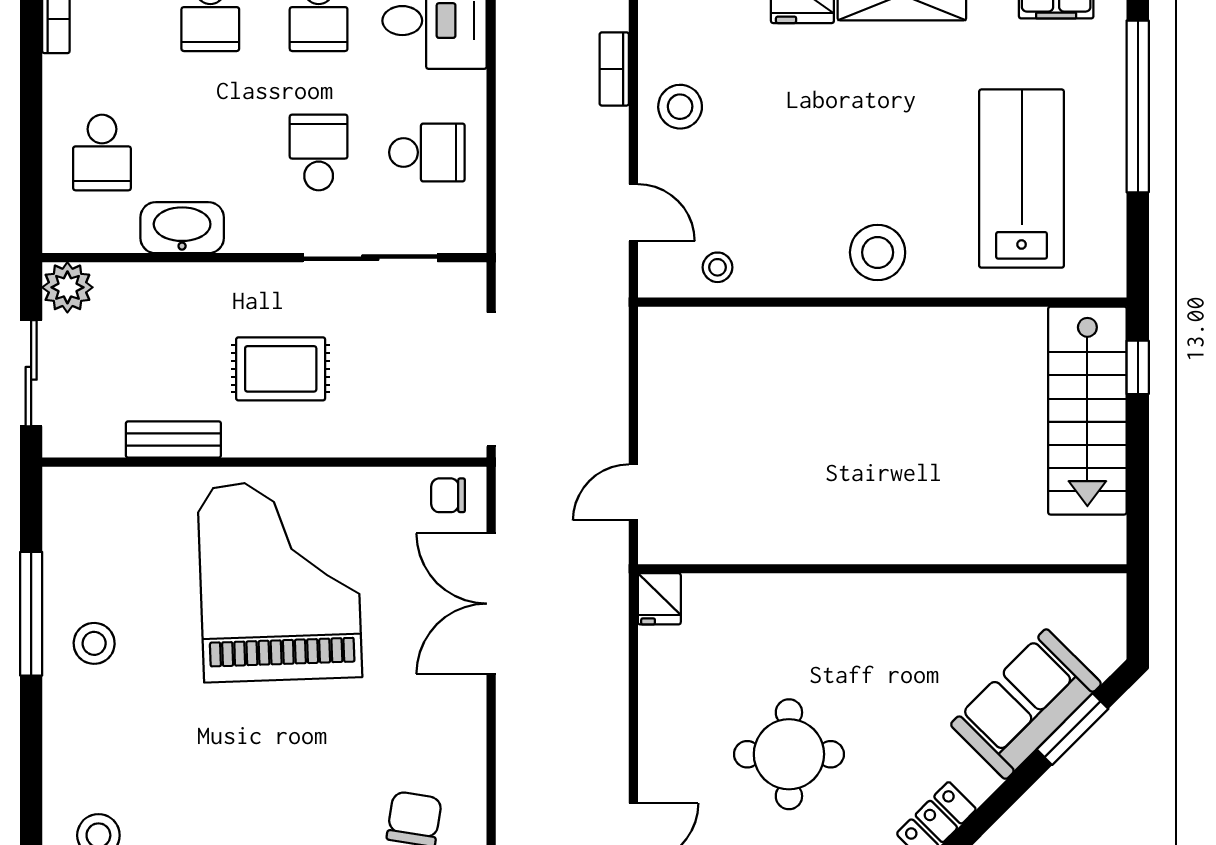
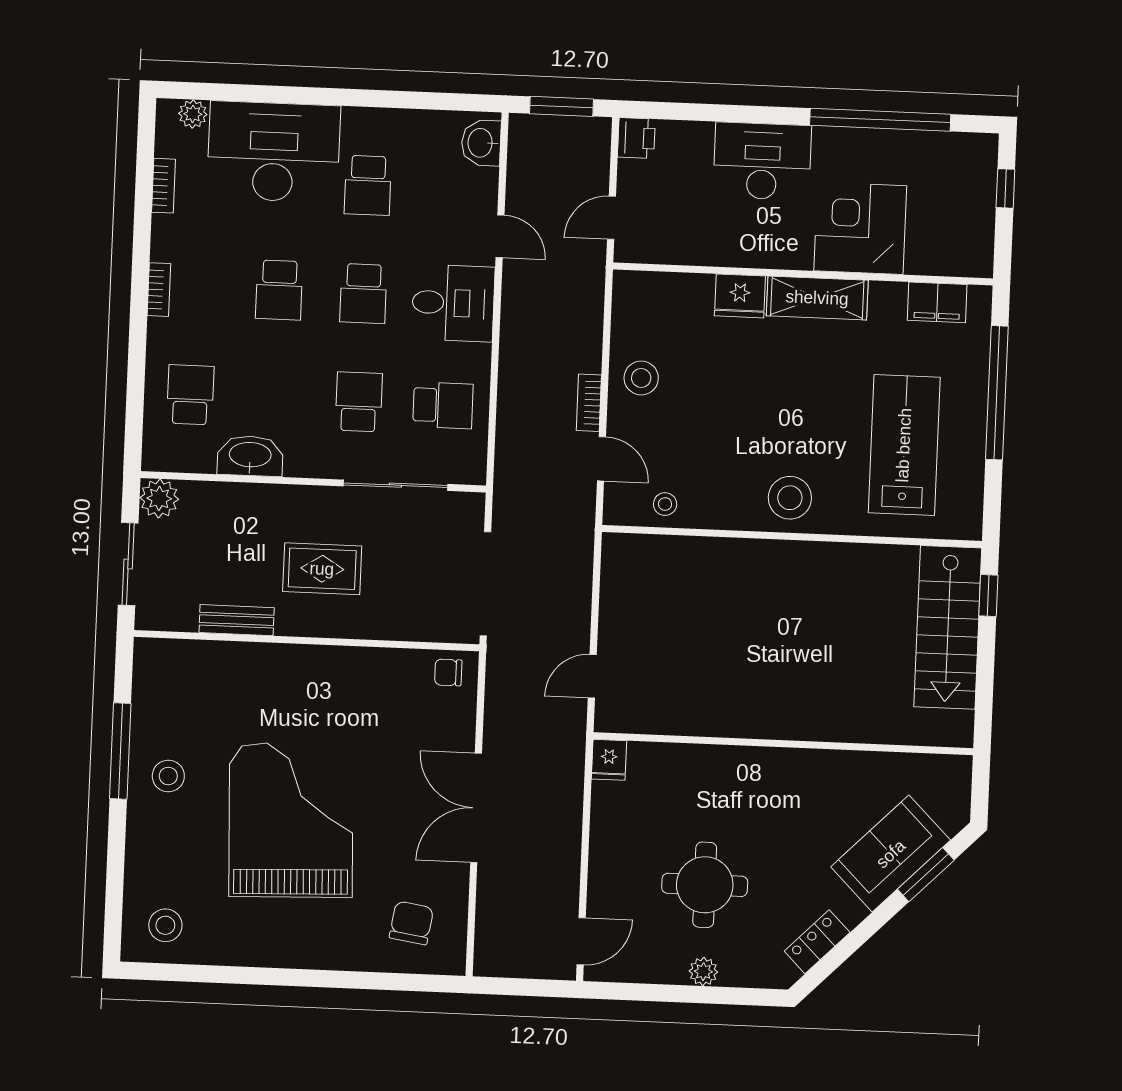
bookcase: (614, 69) -> (589, 403), moved
school desk: (102, 152) -> (190, 395), turned 180
grand piano: (280, 581) -> (291, 820), moved
double door: (491, 604) -> (476, 808), moved

